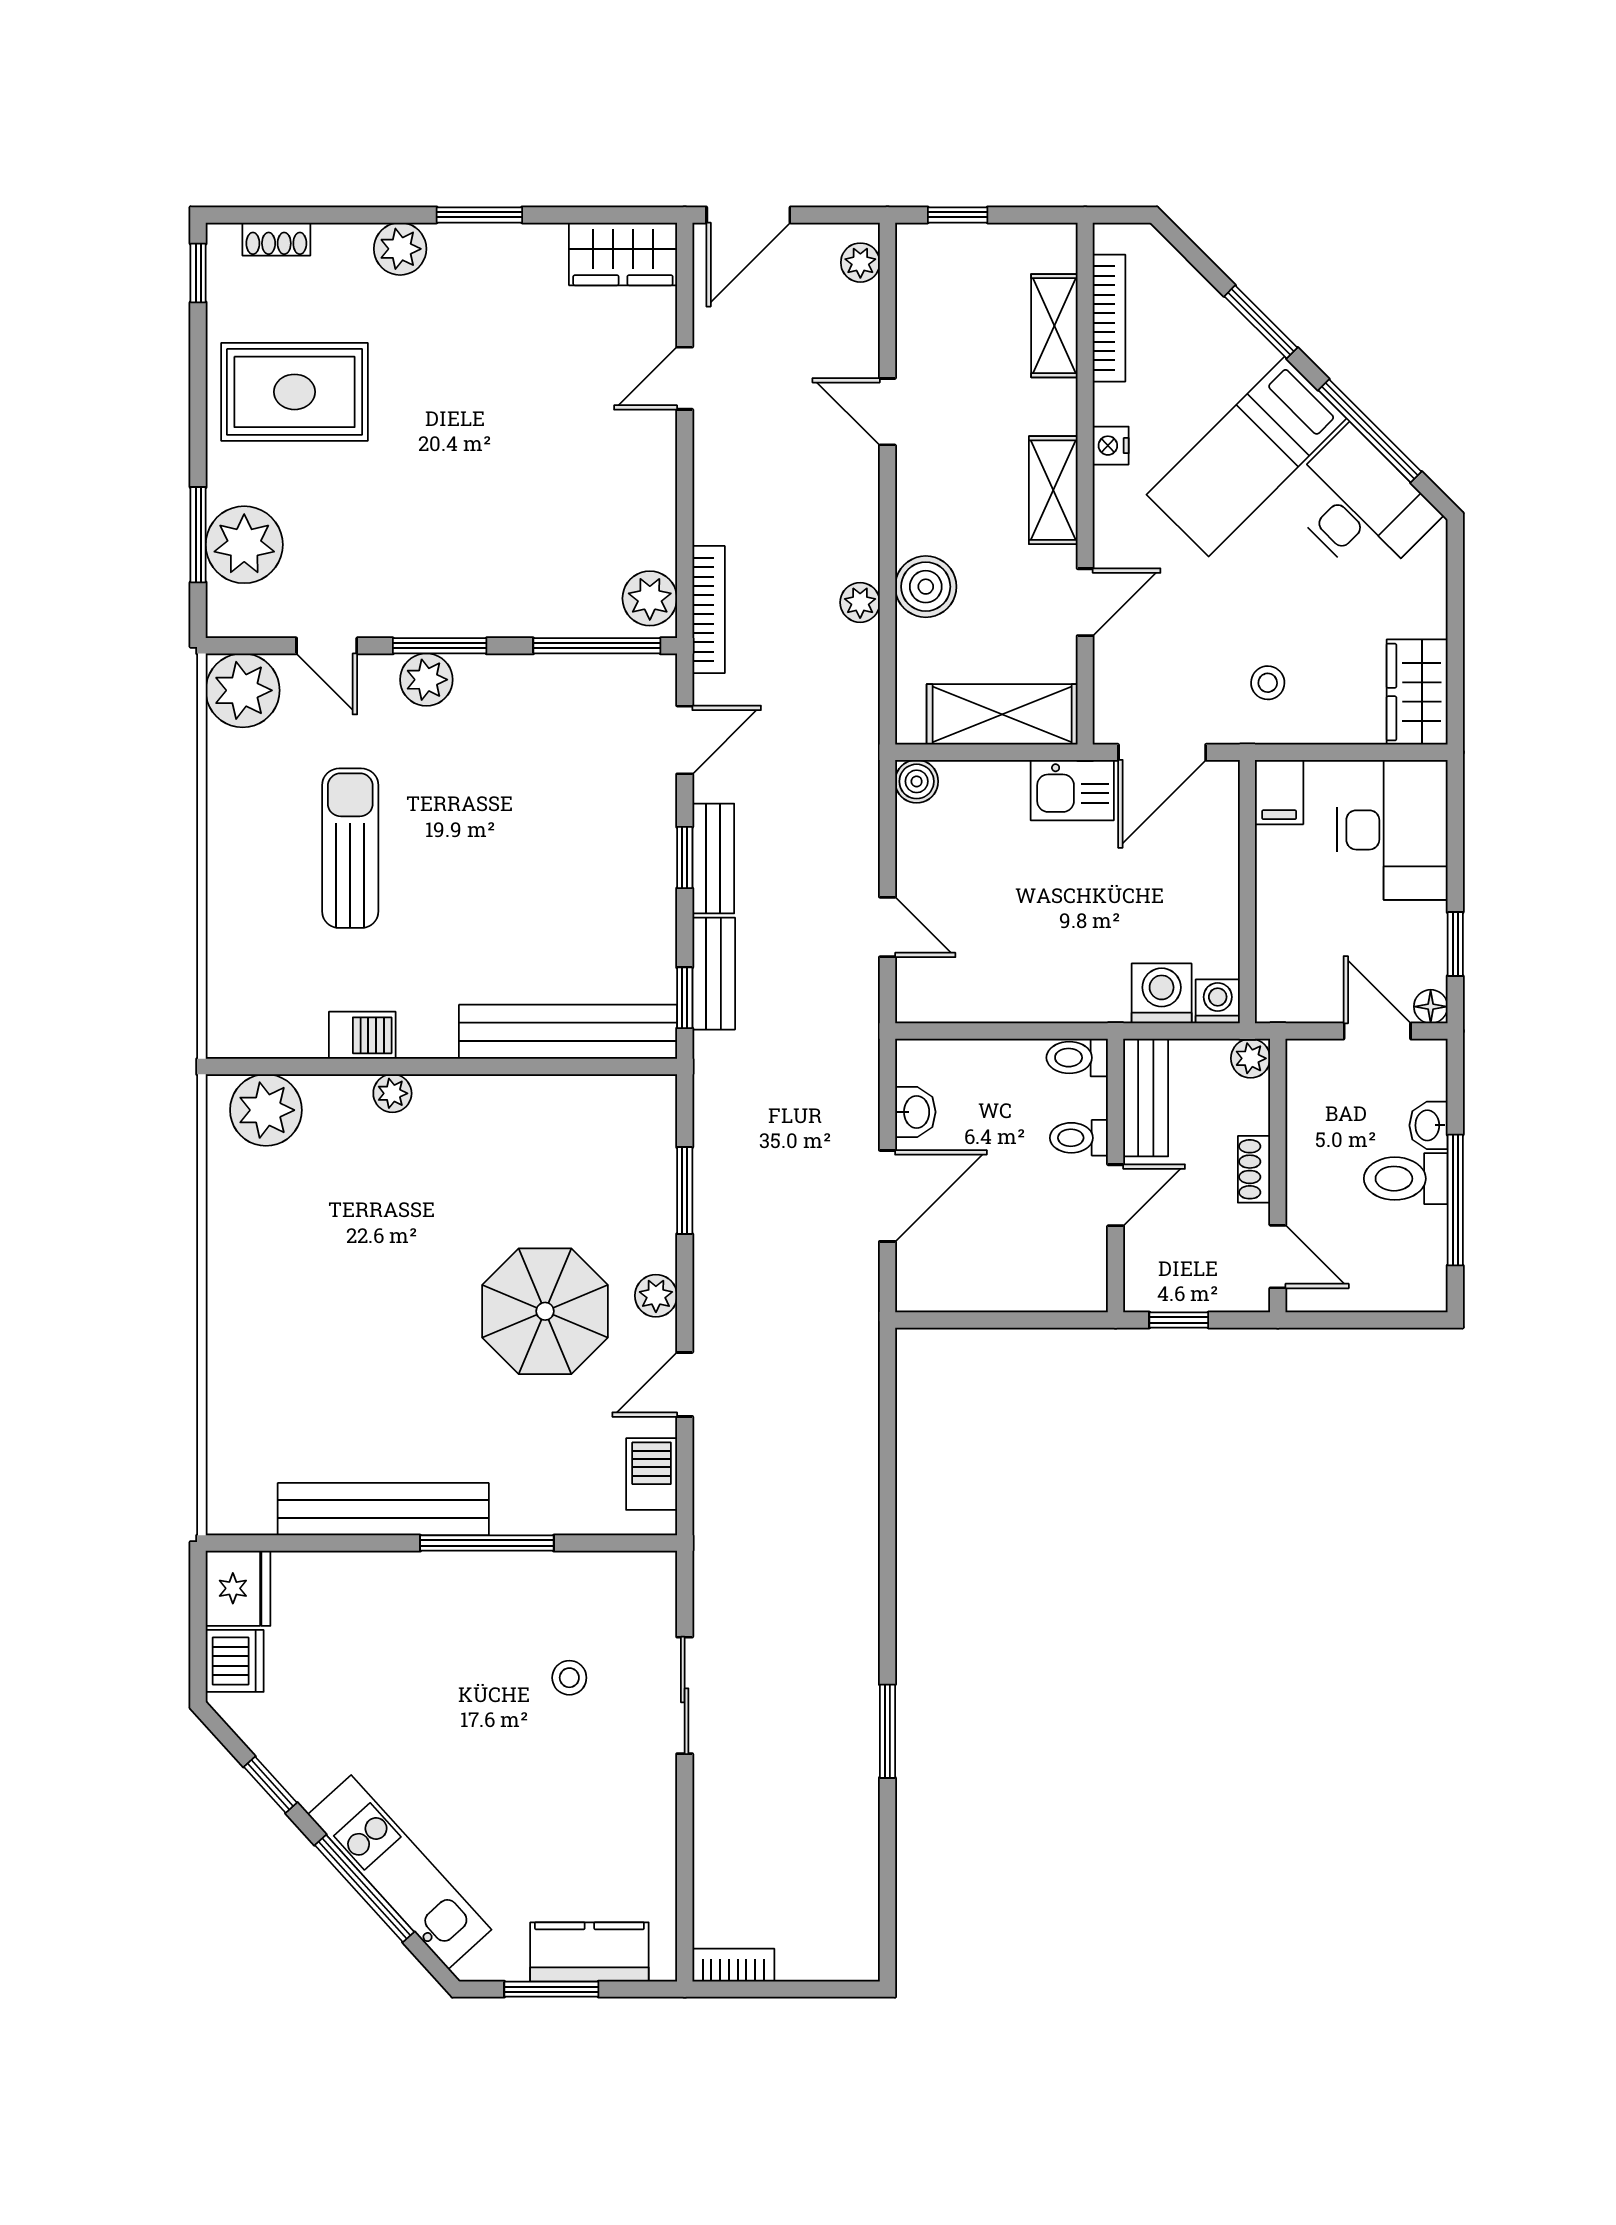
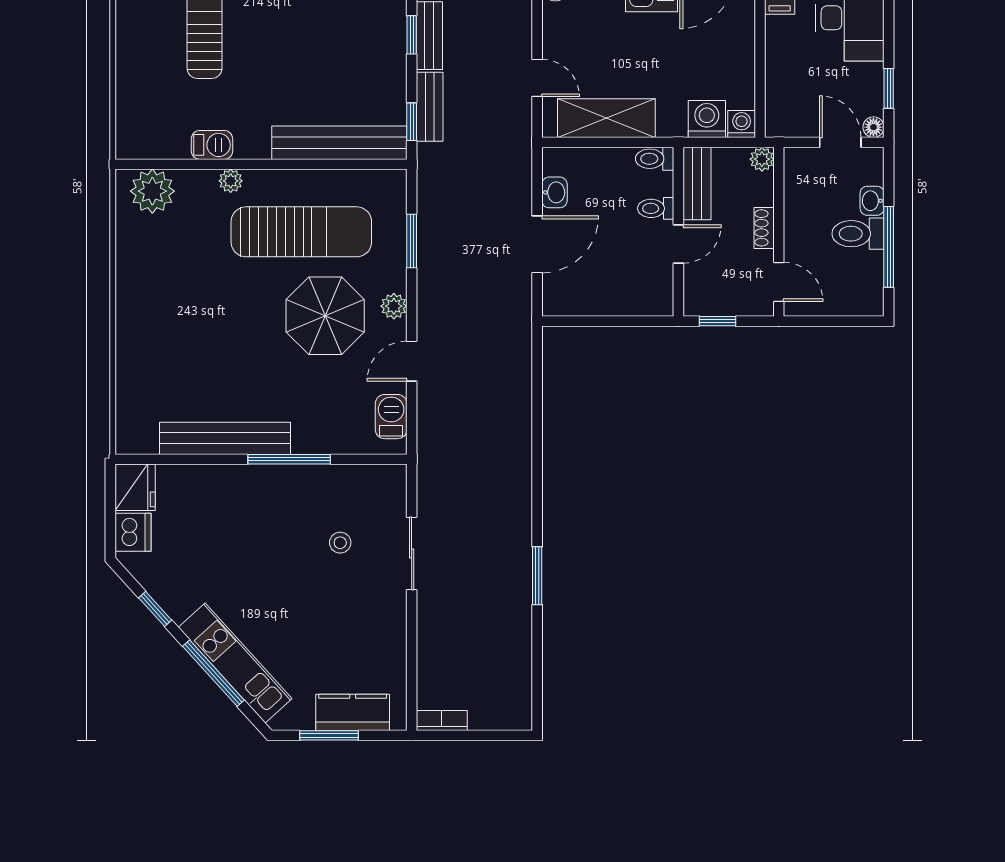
shelving: (999, 992) -> (606, 118), added
sun lounger: (507, 1176) -> (301, 232), added

